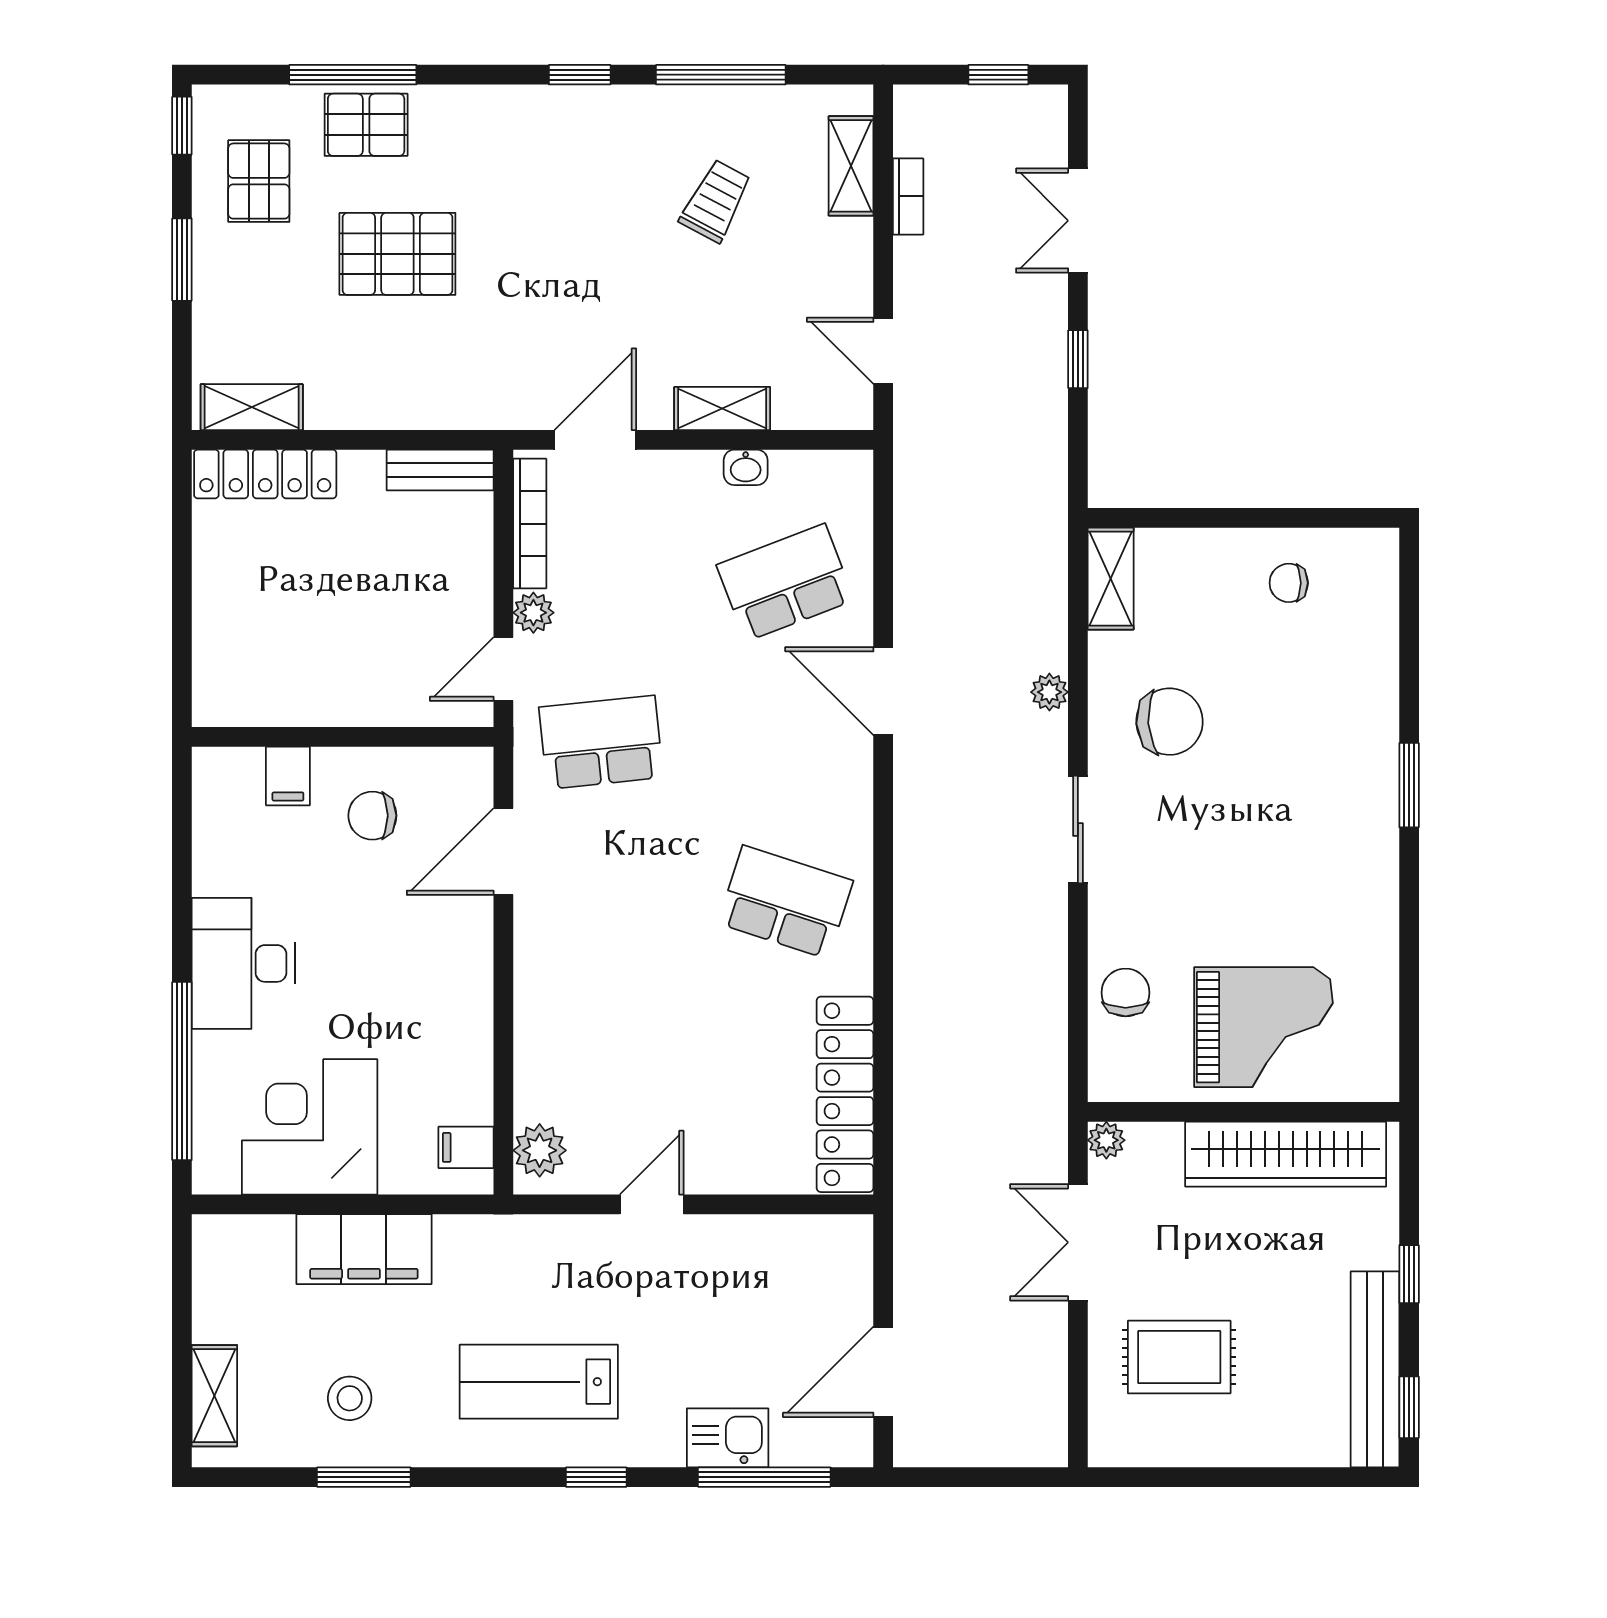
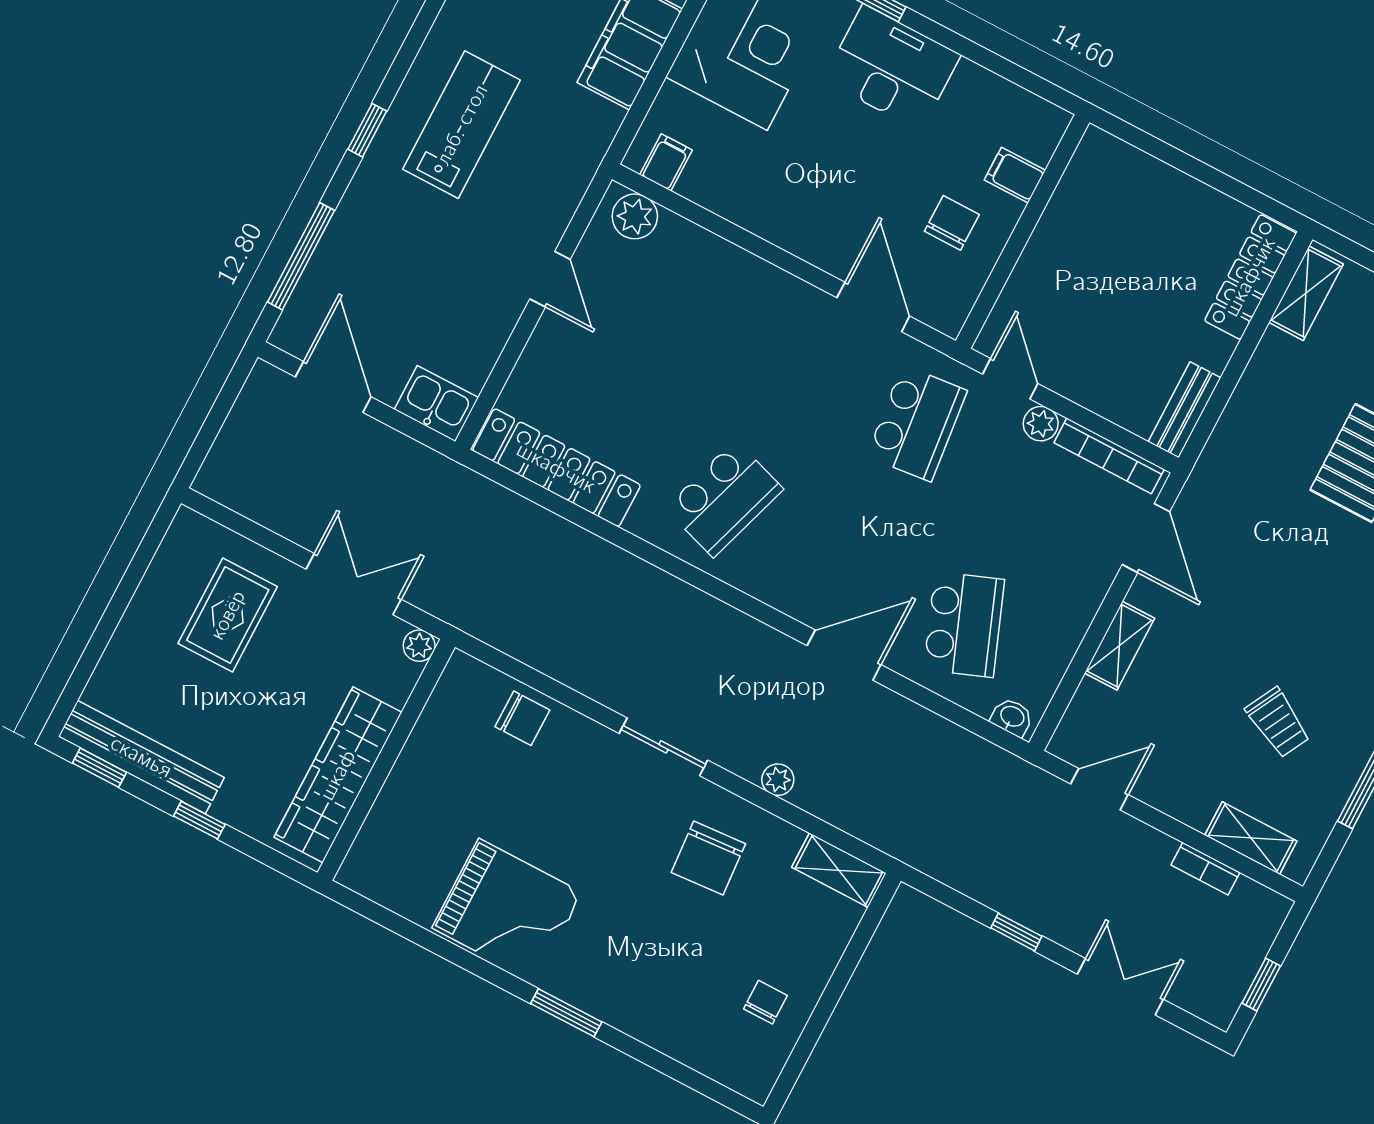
washbasin: (746, 467) -> (1012, 717), moved, turned 90
grand piano: (1263, 1027) -> (507, 910), moved, turned -90
kitchen sink: (728, 1438) -> (436, 404), moved, turned -90

